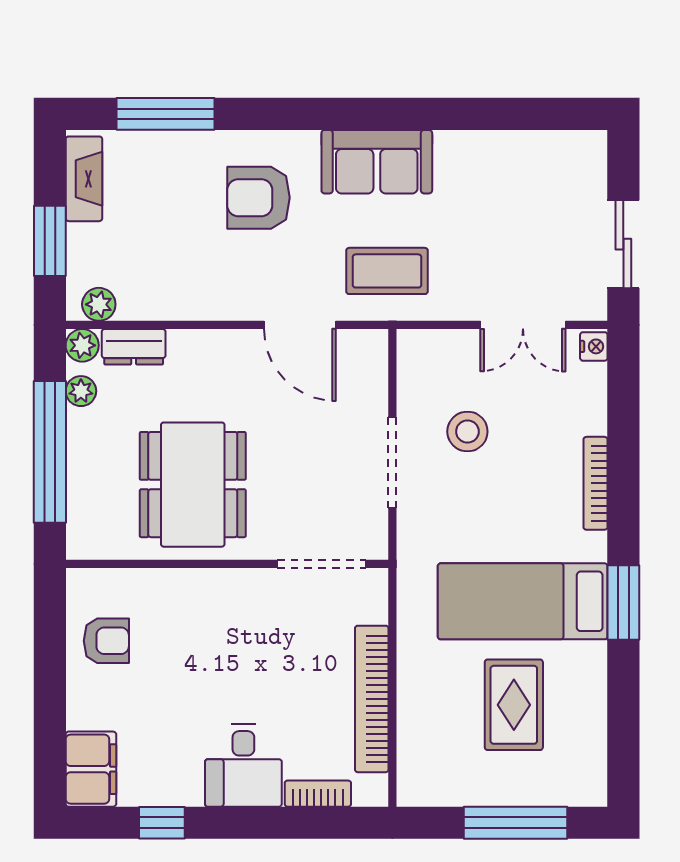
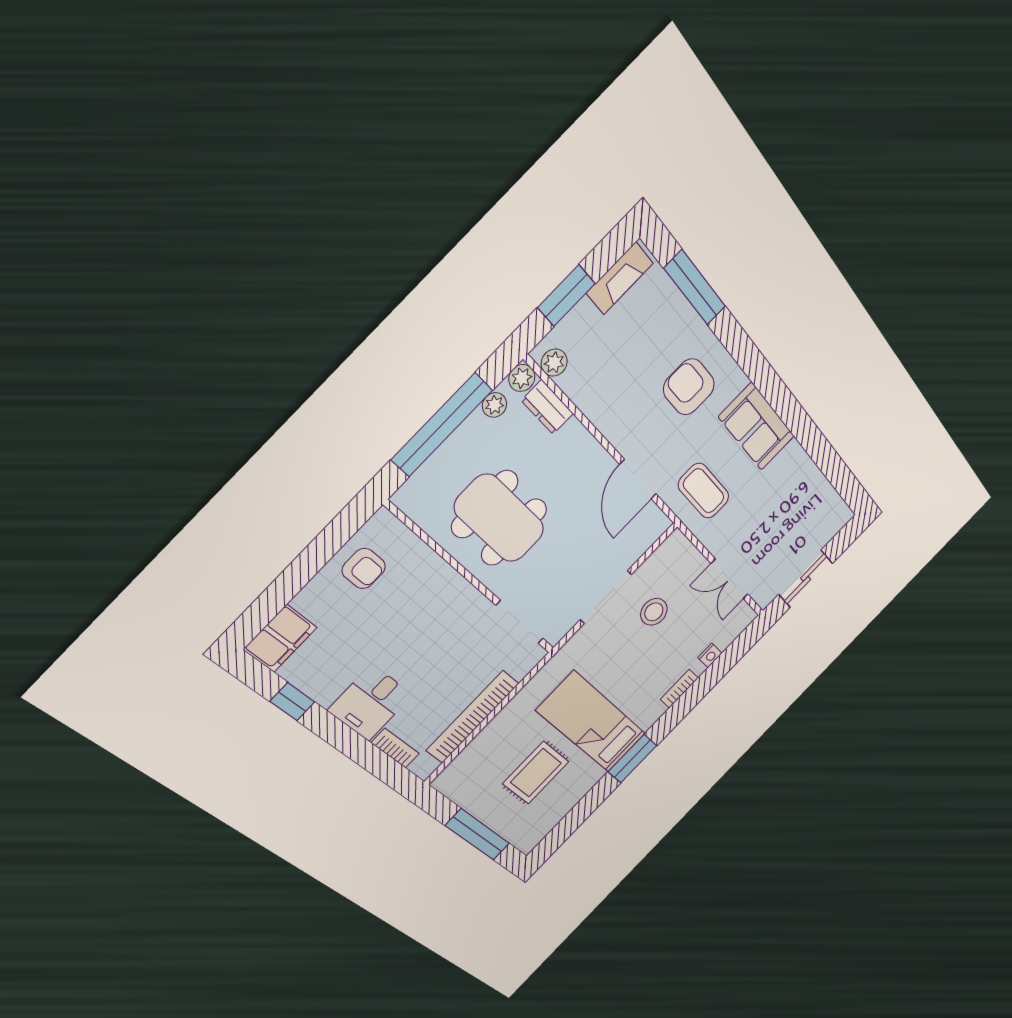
nightstand: (594, 346) -> (710, 655), moved
bookcase: (596, 483) -> (679, 689), width x0.64
dining table: (193, 485) -> (499, 518), turned 90

